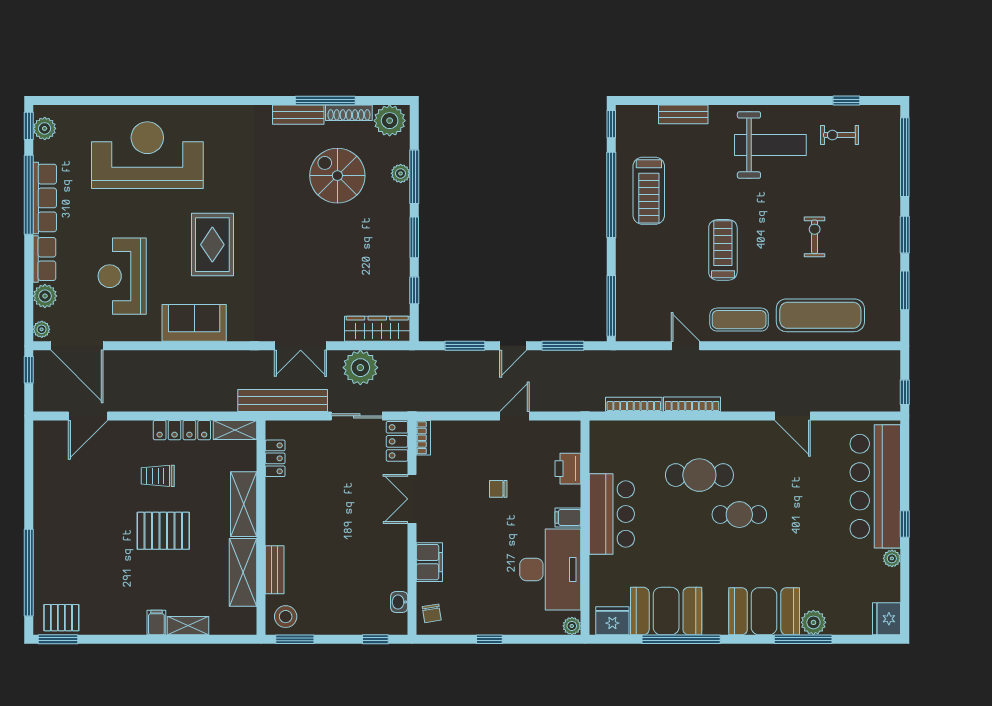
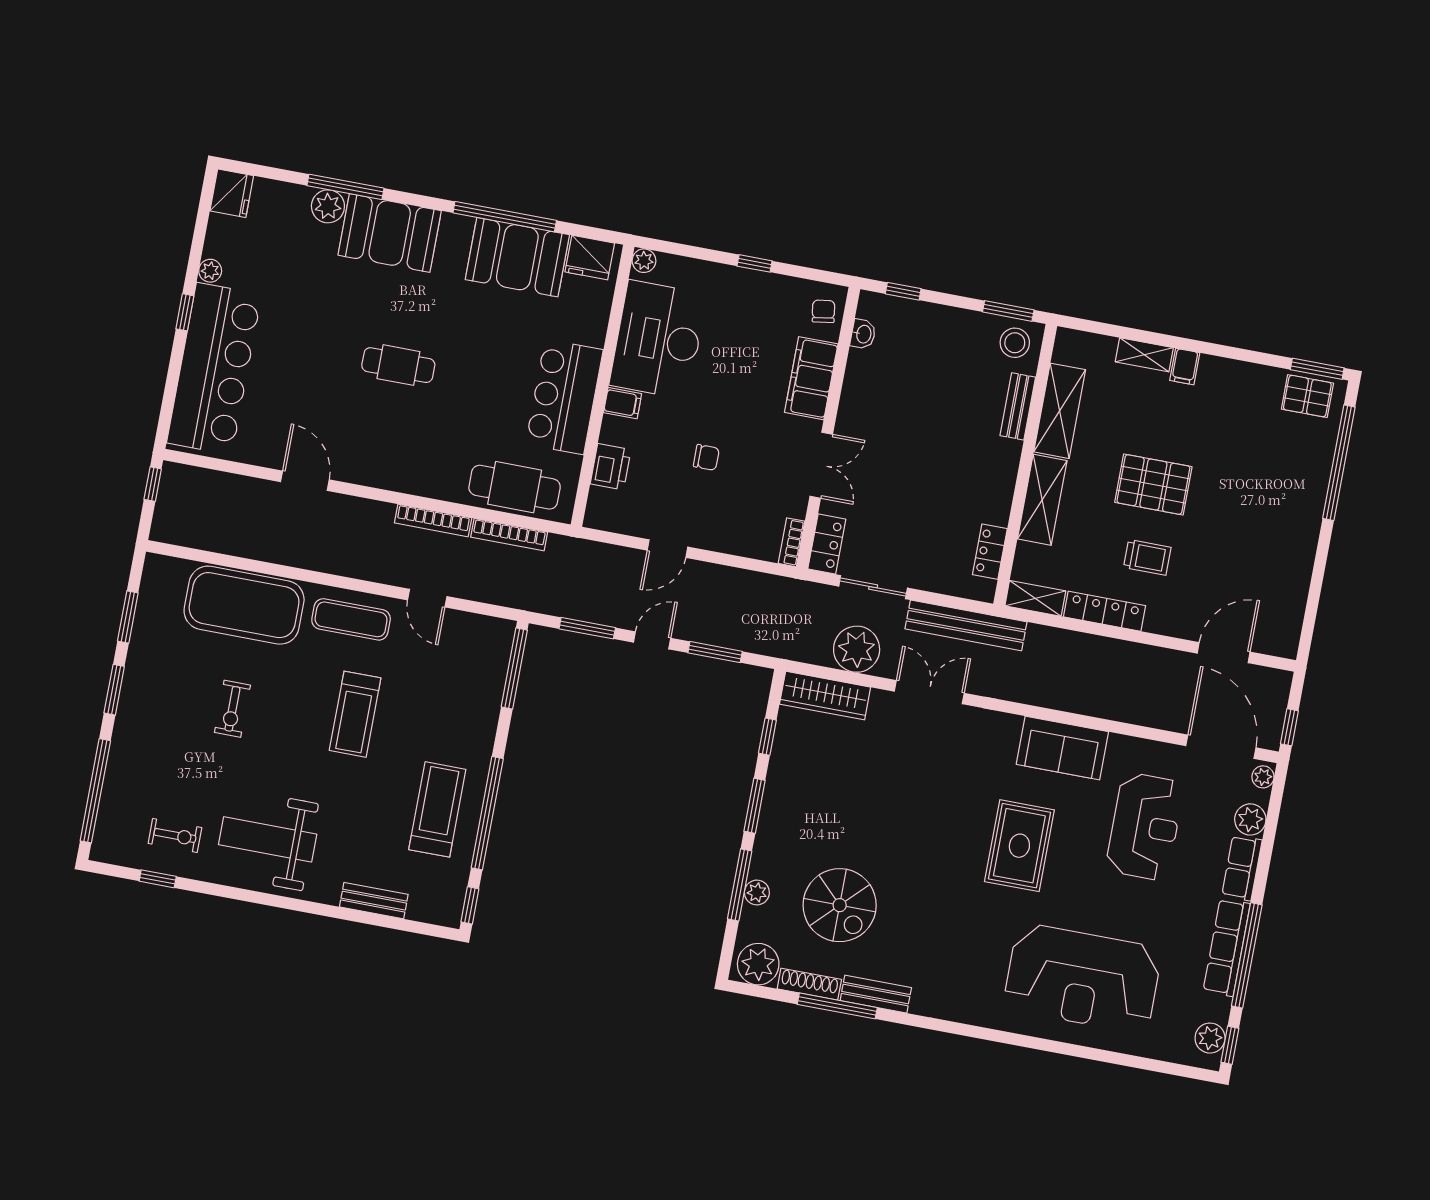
exercise mat: (820, 315) -> (244, 605), width x1.47
cafe table: (699, 475) -> (515, 487), moved
filing cabinet: (429, 562) -> (811, 378), width x1.50, depth x1.17

